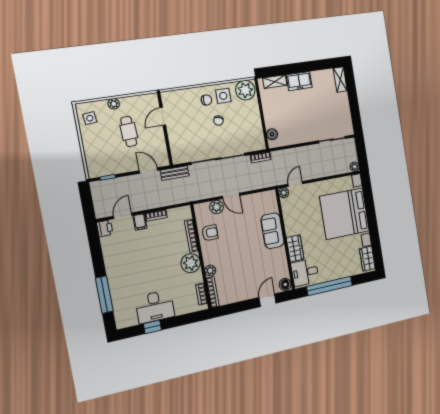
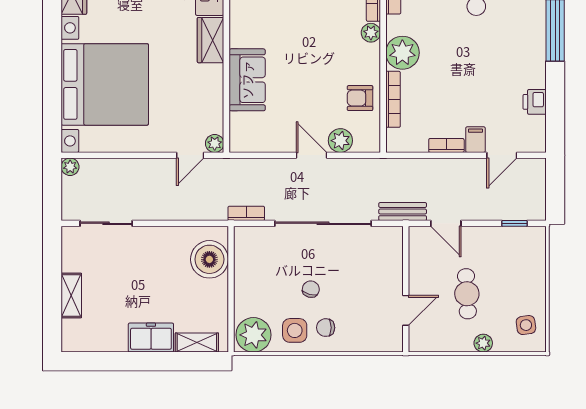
shelving: (340, 80) -> (71, 295), moved
boiler: (272, 134) -> (209, 259), width x1.86, depth x1.86
printer: (105, 228) -> (535, 102), moved

